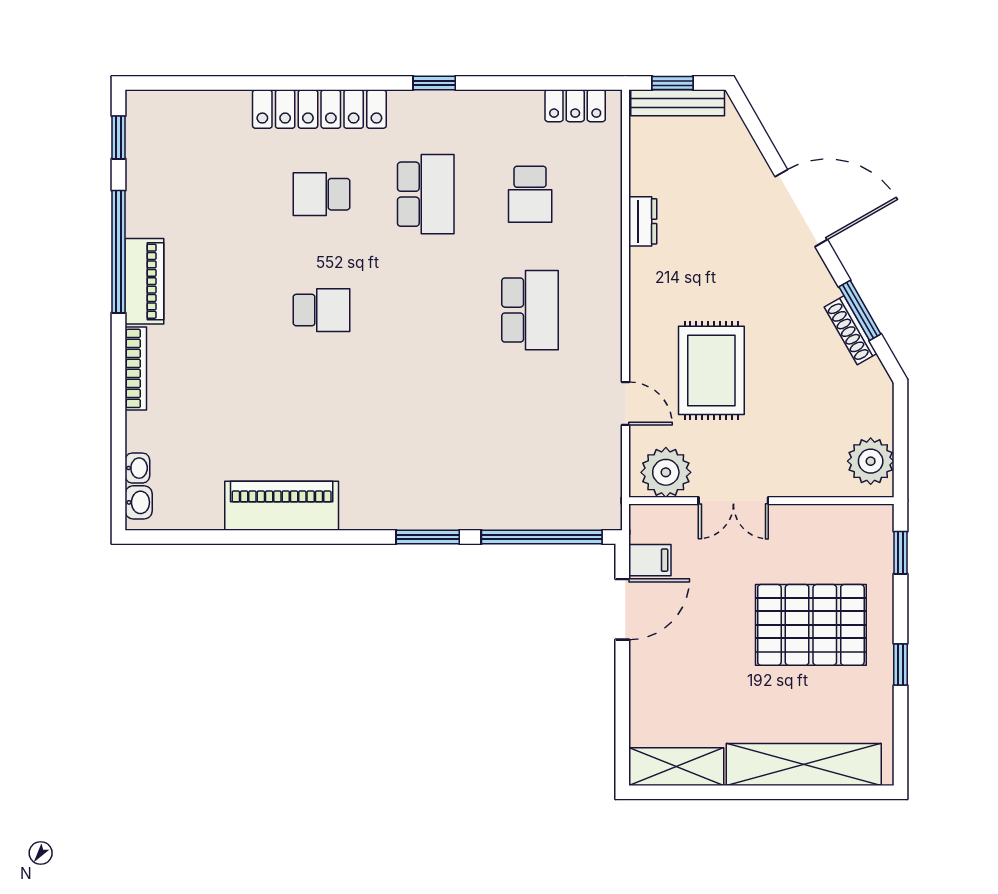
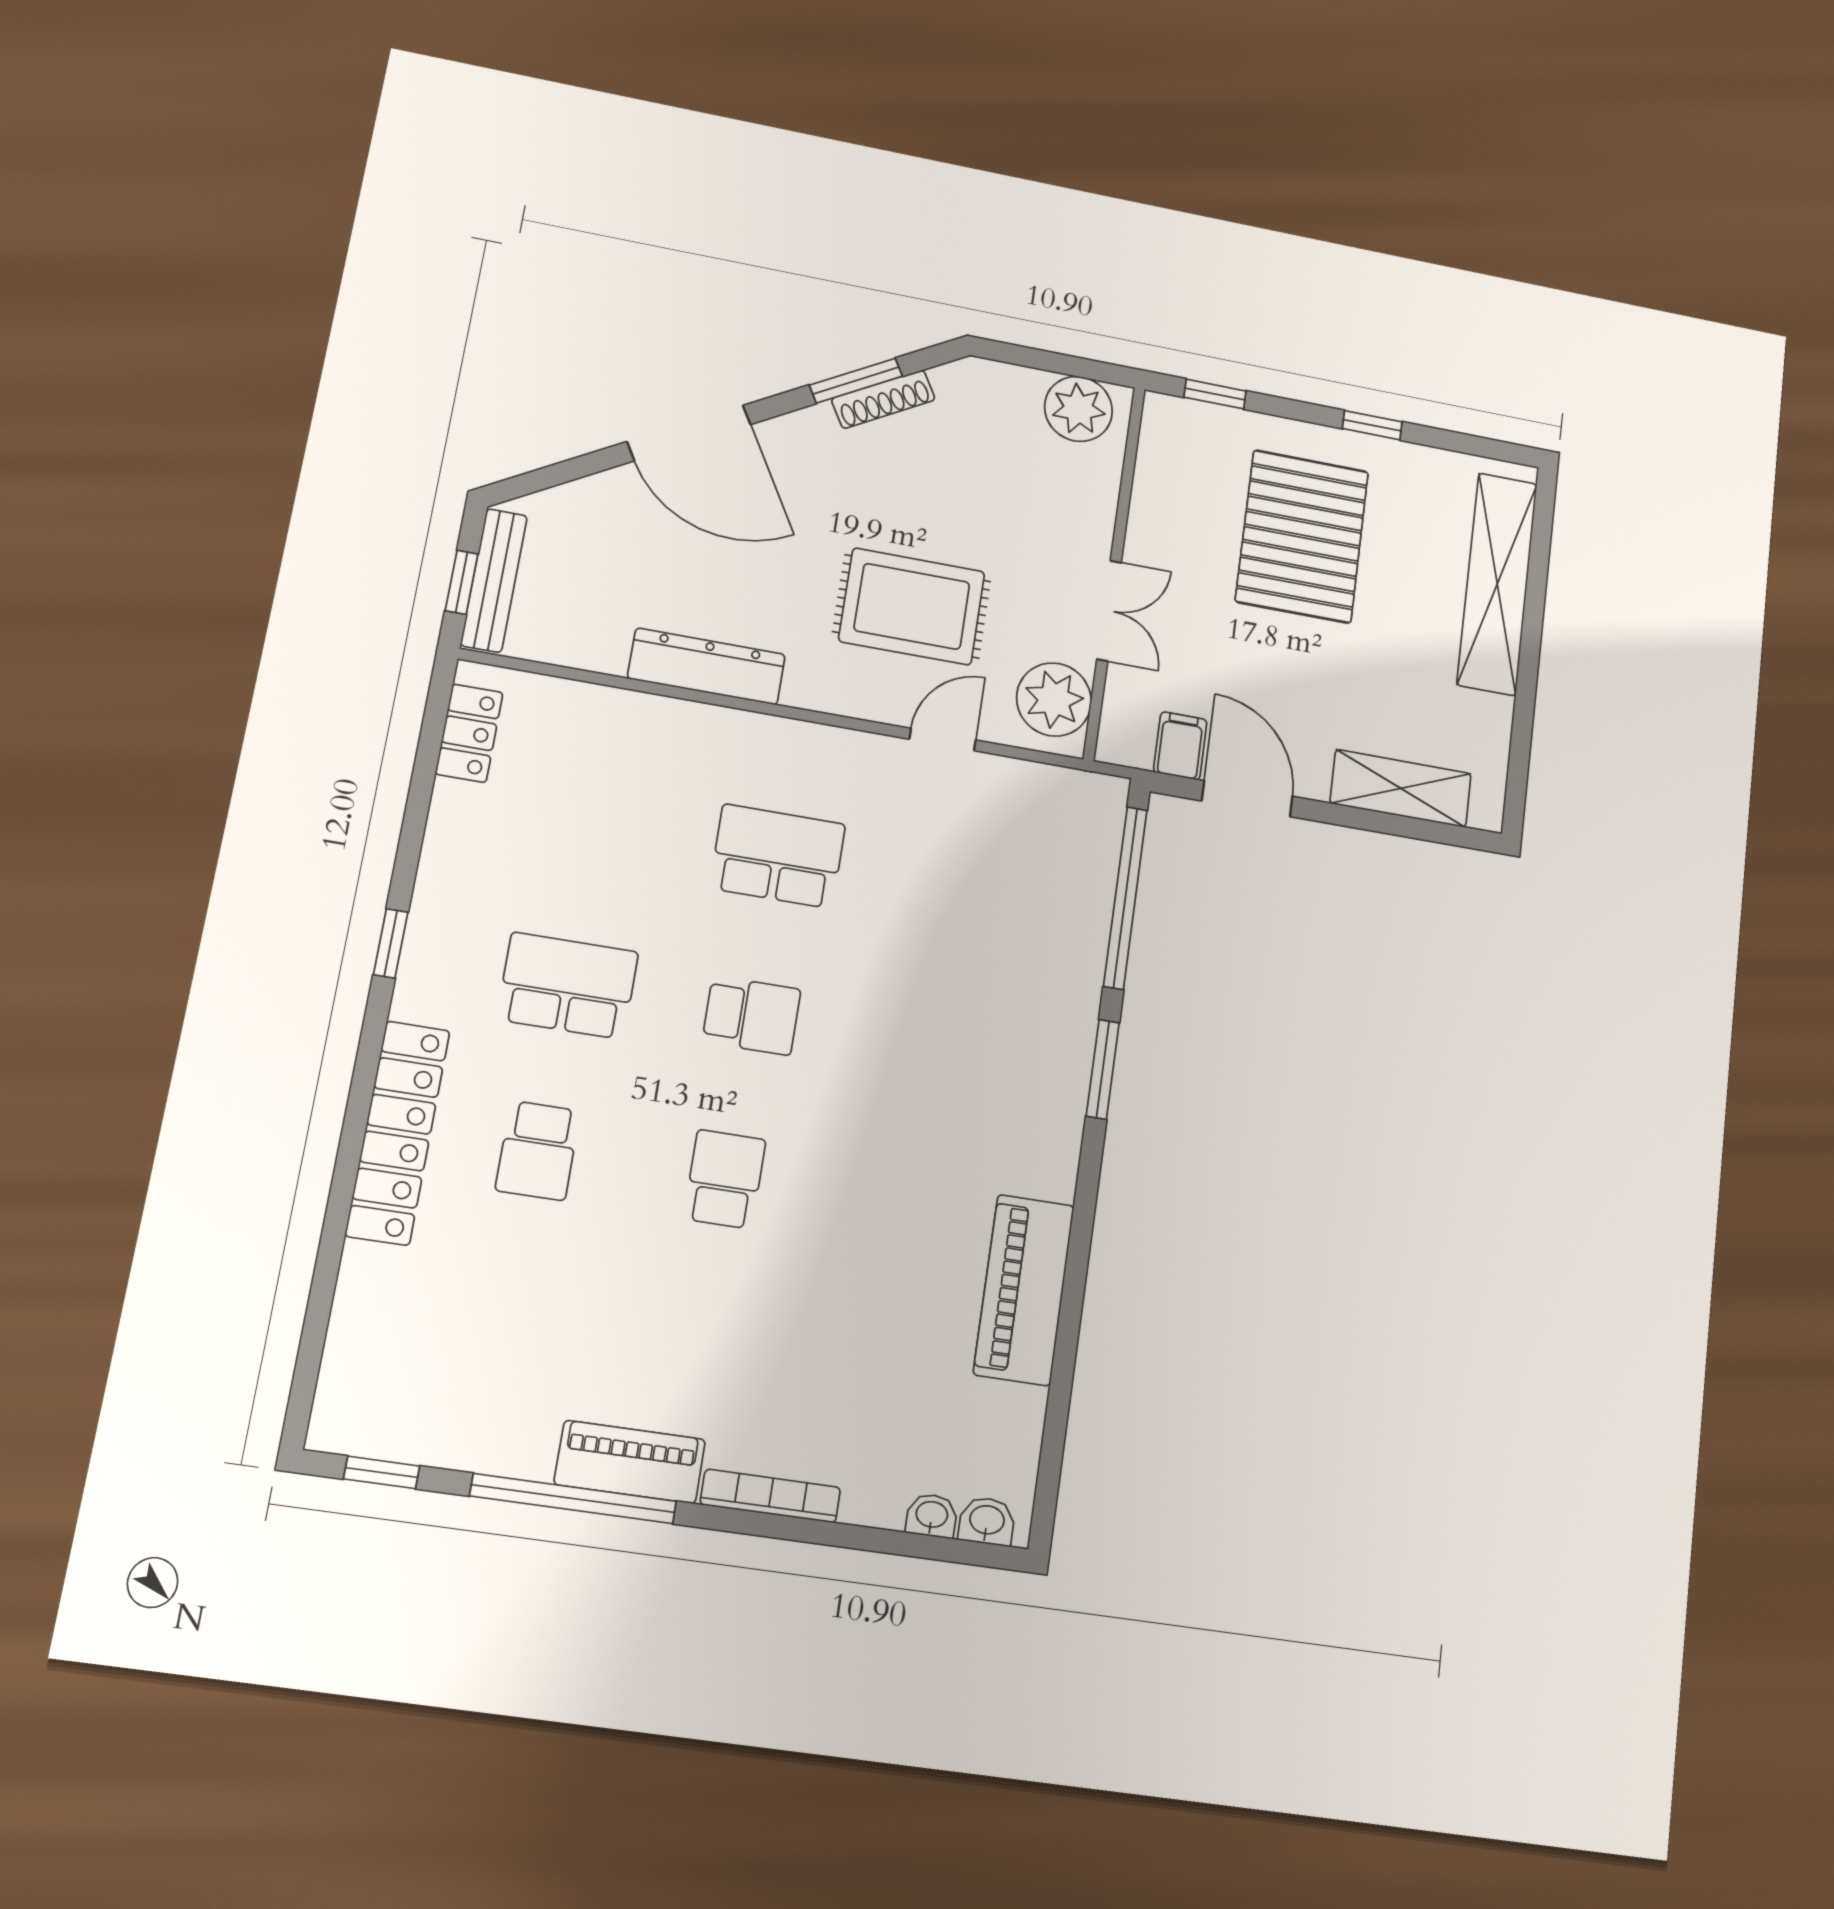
school desk: (530, 194) -> (752, 1015), moved
door: (801, 208) -> (689, 433), swing flipped
dresser: (643, 221) -> (707, 666), width x1.96, depth x1.24
shelving: (676, 767) -> (1401, 788), moved, turned 90

